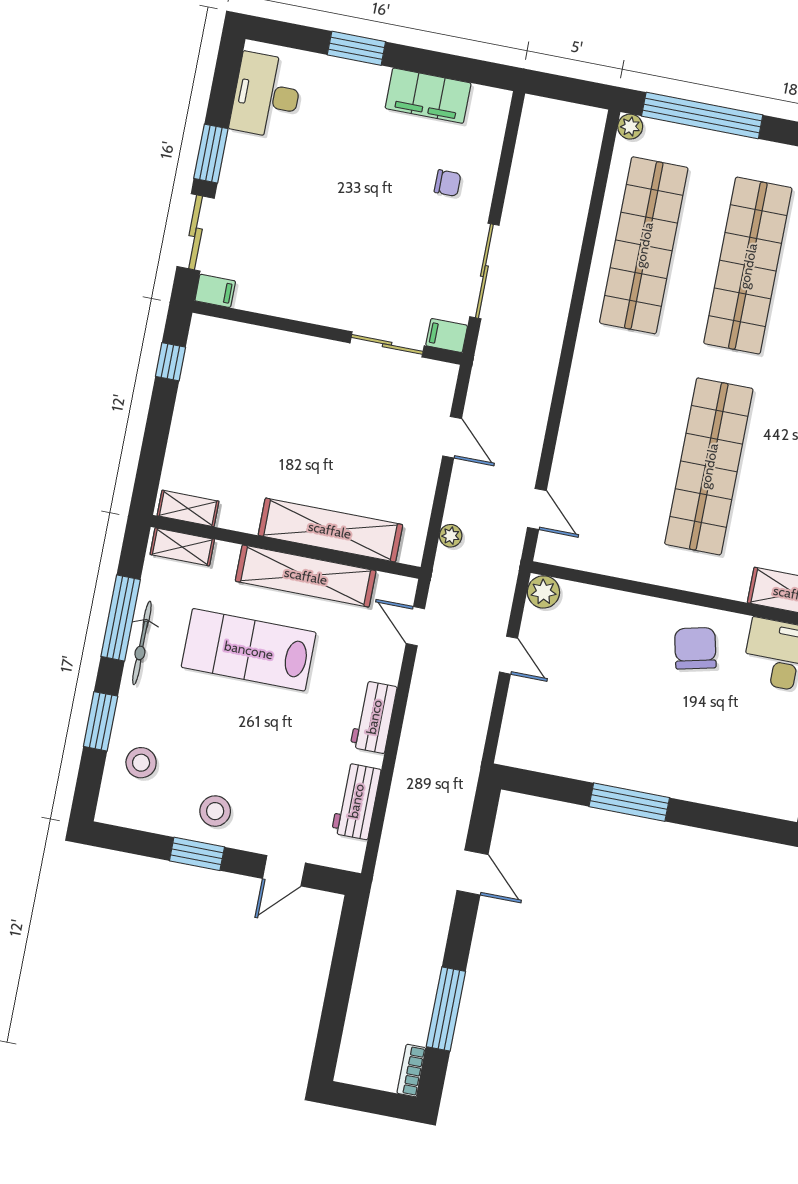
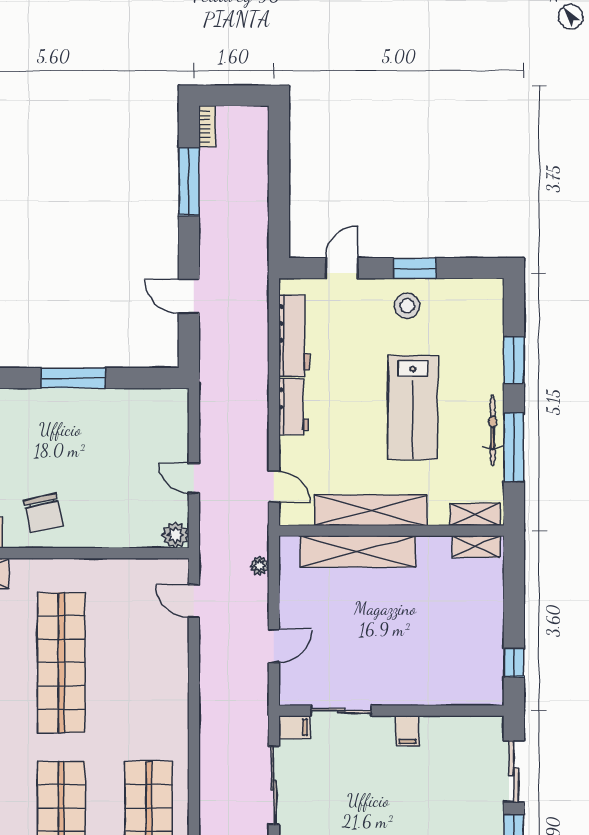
filing cabinet: (215, 291) -> (408, 731), moved, turned -90
door: (452, 437) -> (274, 646), swing flipped
lab bench: (249, 650) -> (413, 408), moved, turned 90
stool: (141, 763) -> (474, 333), removed
workbench: (356, 801) -> (294, 336), width x1.37

